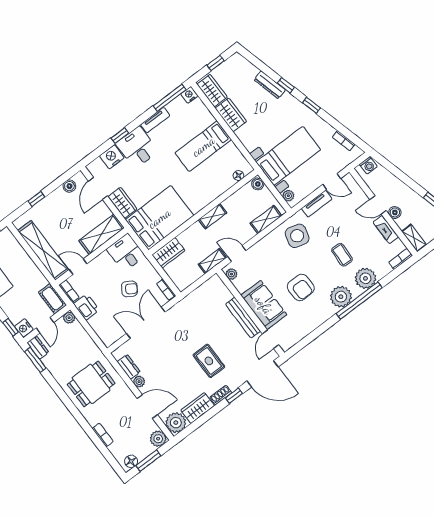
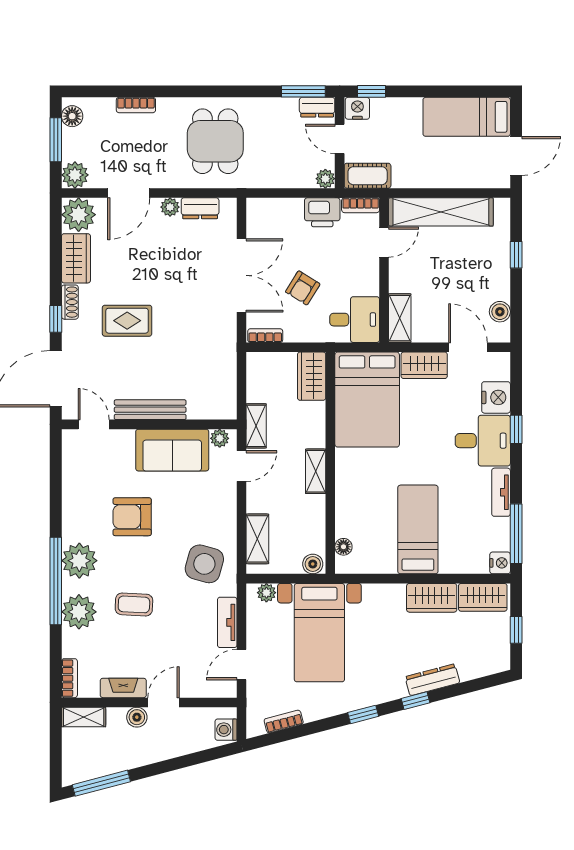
shelving: (102, 234) -> (400, 318), width x0.67, depth x0.75
sofa: (264, 305) -> (172, 450), moved

